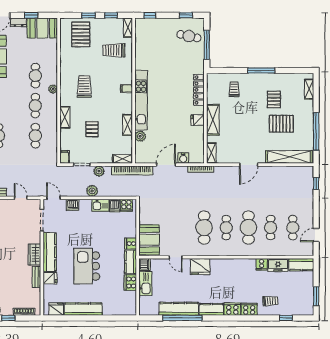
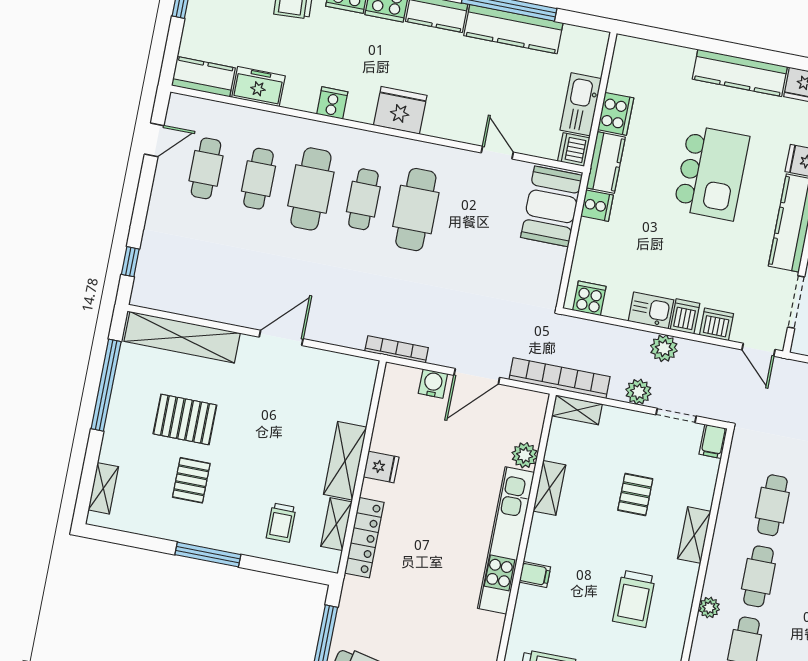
shelving: (211, 153) -> (336, 524), moved
dishwasher: (115, 206) -> (685, 316), moved
cooker: (262, 264) -> (332, 103), moved
fridge: (200, 267) -> (400, 110), moved

